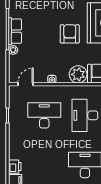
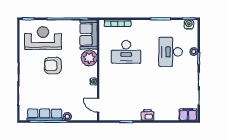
row of seats: (15, 31) -> (45, 115), width x1.48
desk: (44, 115) -> (126, 88), removed
printer: (15, 167) -> (148, 115), moved

